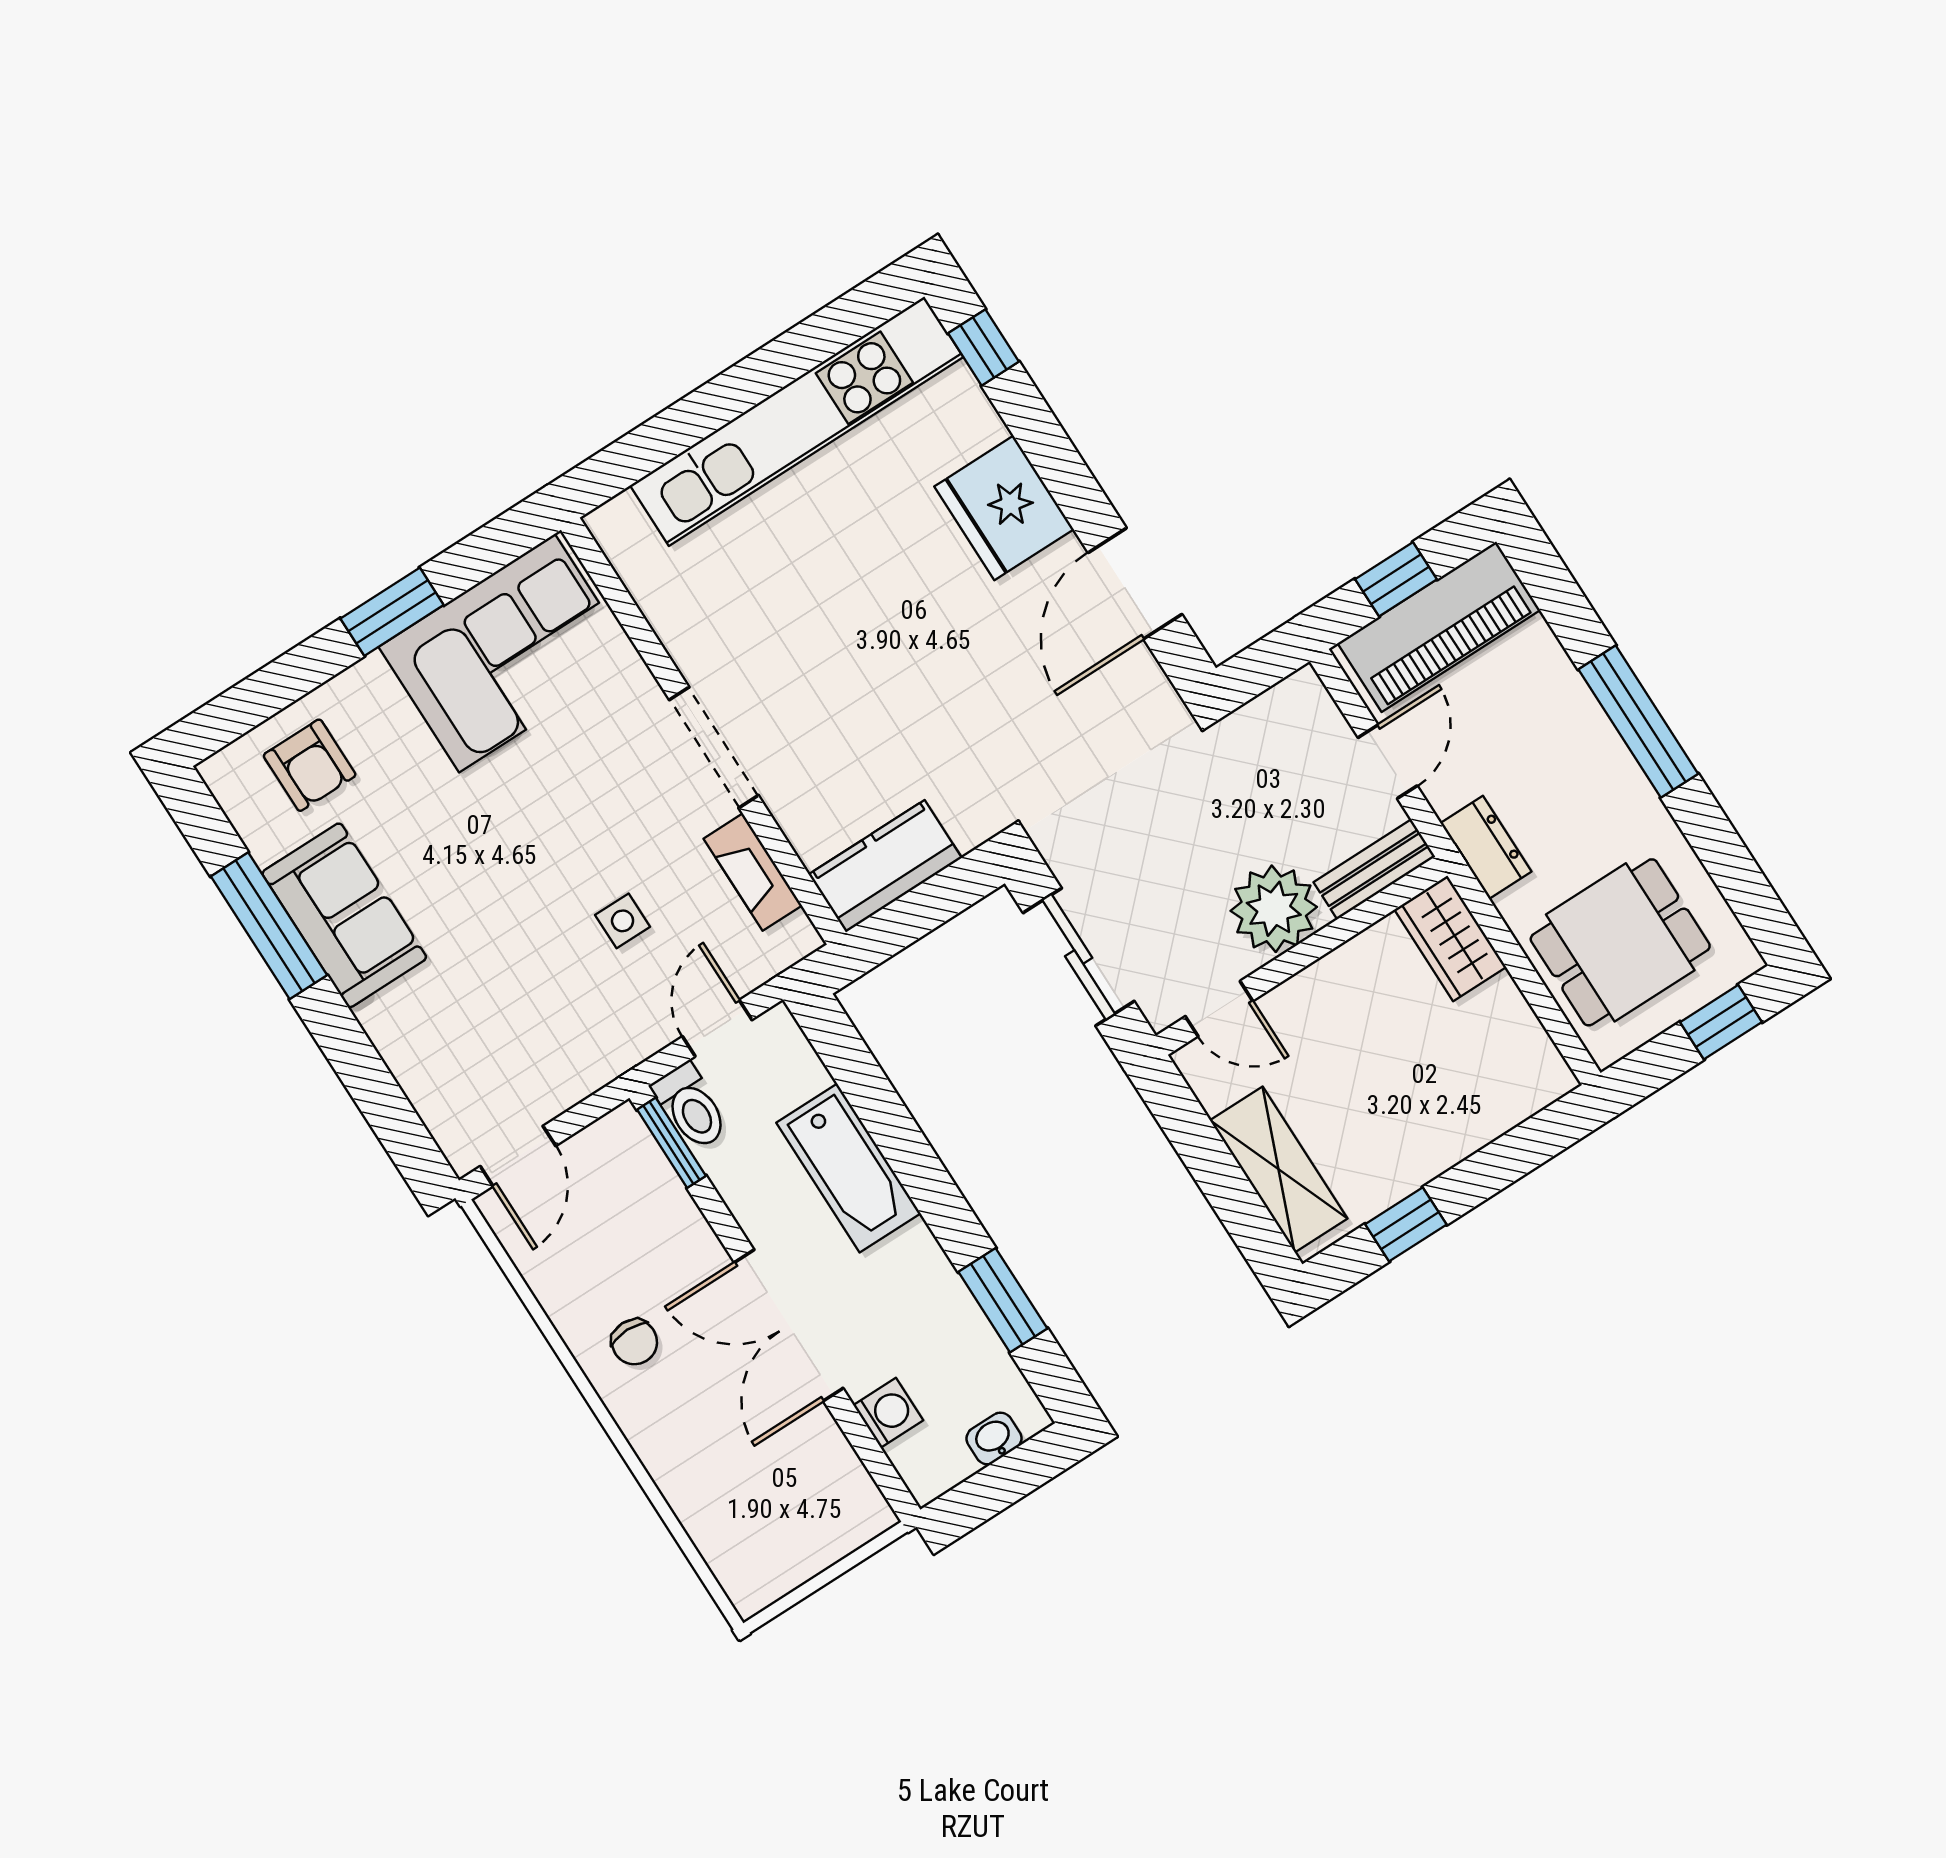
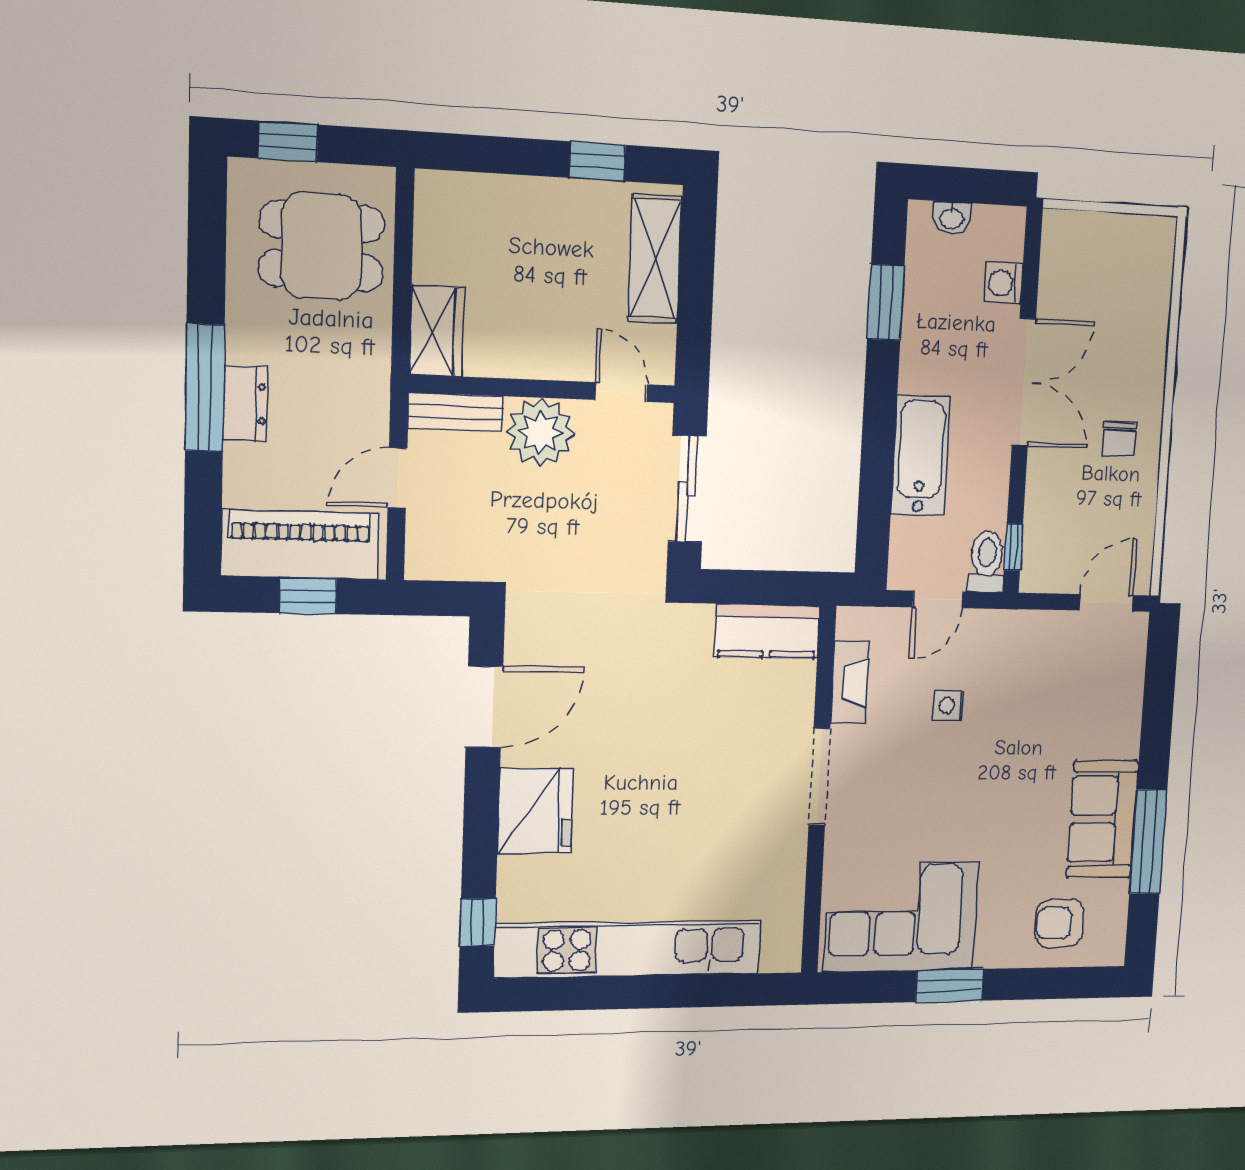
armchair: (310, 765) -> (1060, 923), turned -90
dresser: (1486, 847) -> (245, 403), moved, turned 180
window: (671, 1143) -> (1013, 547), width x0.67
chair: (634, 1342) -> (1119, 439), turned 180

